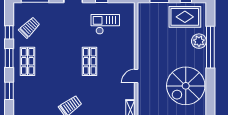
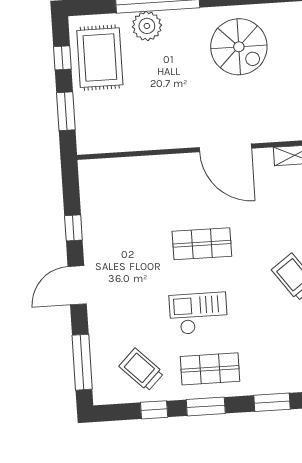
checkout: (105, 24) -> (198, 313), moved, turned 90
door: (136, 76) -> (225, 148), width x1.88
spiral stairs: (186, 86) -> (239, 47), width x0.73, depth x0.73

